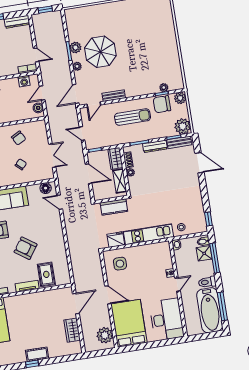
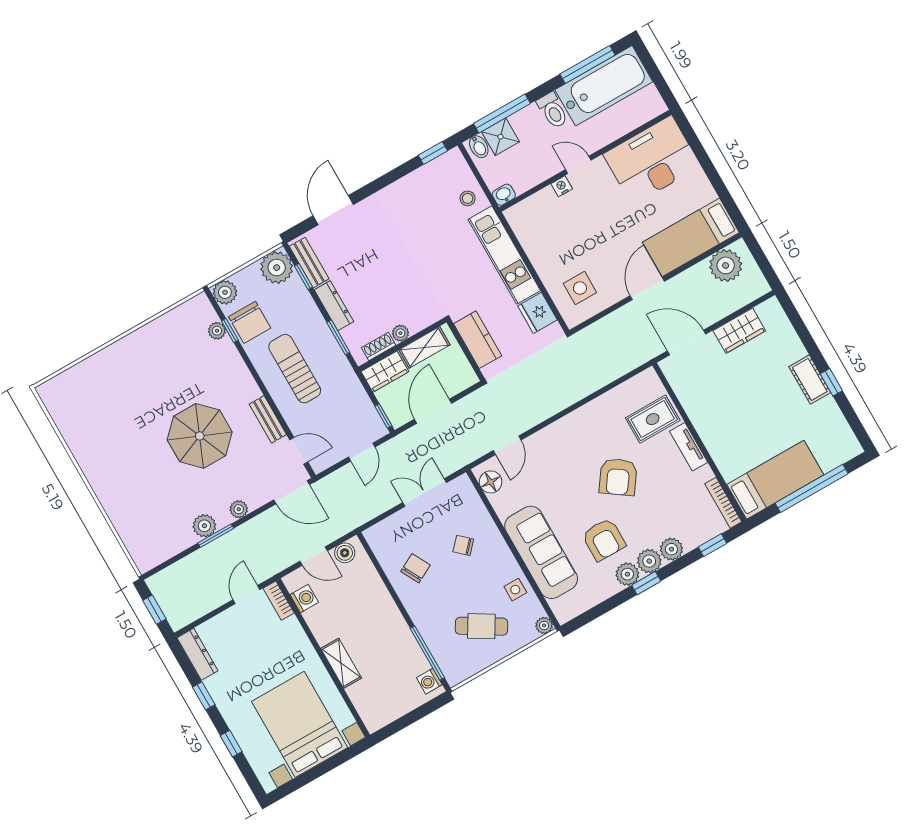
parasol: (100, 52) -> (200, 436), moved
bed: (129, 323) -> (691, 237), width x0.67

